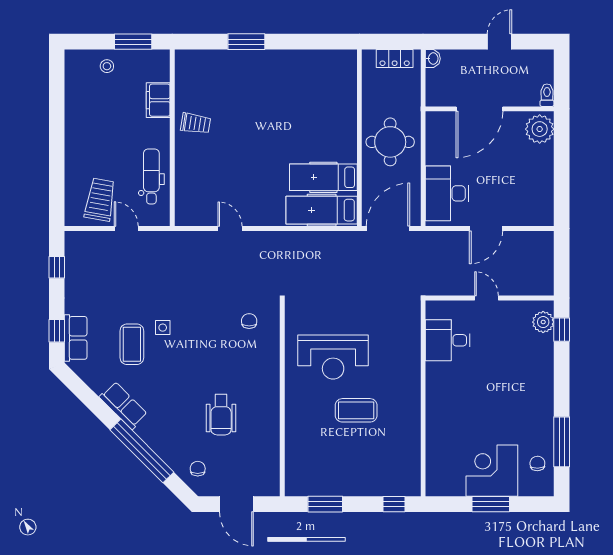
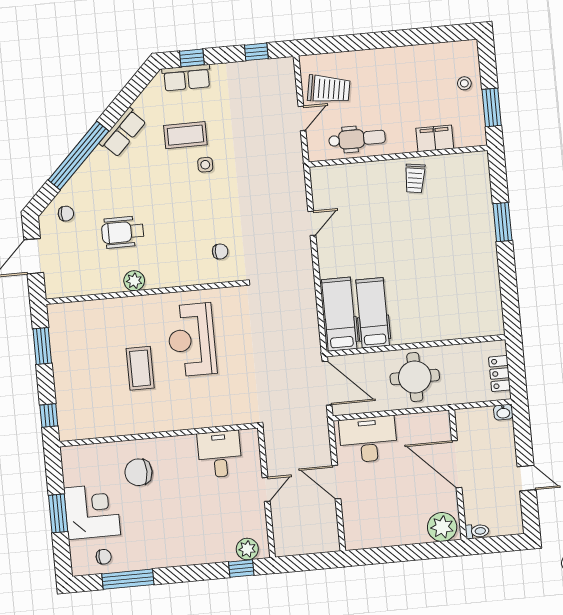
plant: (270, 408) -> (134, 281), added
chair: (458, 421) -> (138, 472), added

